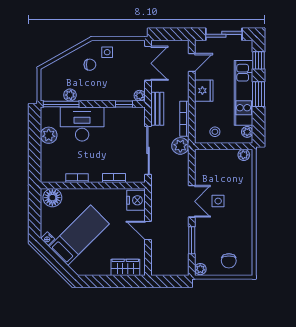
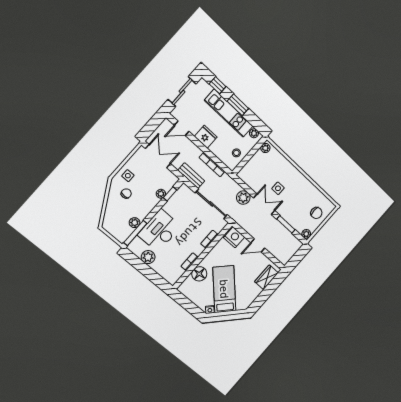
door: (192, 63) -> (182, 128), swing flipped
plant: (140, 96) -> (161, 194), moved
plant: (180, 146) -> (243, 198), moved
floor lamp: (52, 198) -> (199, 274), moved

